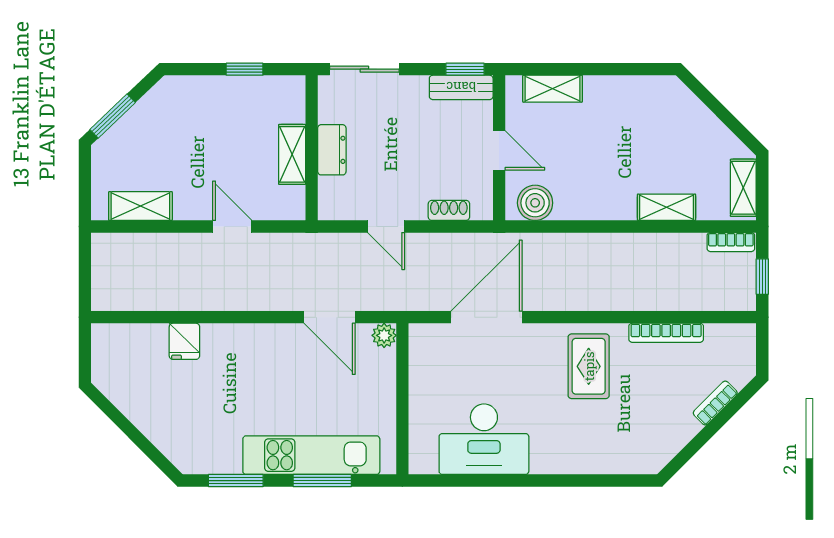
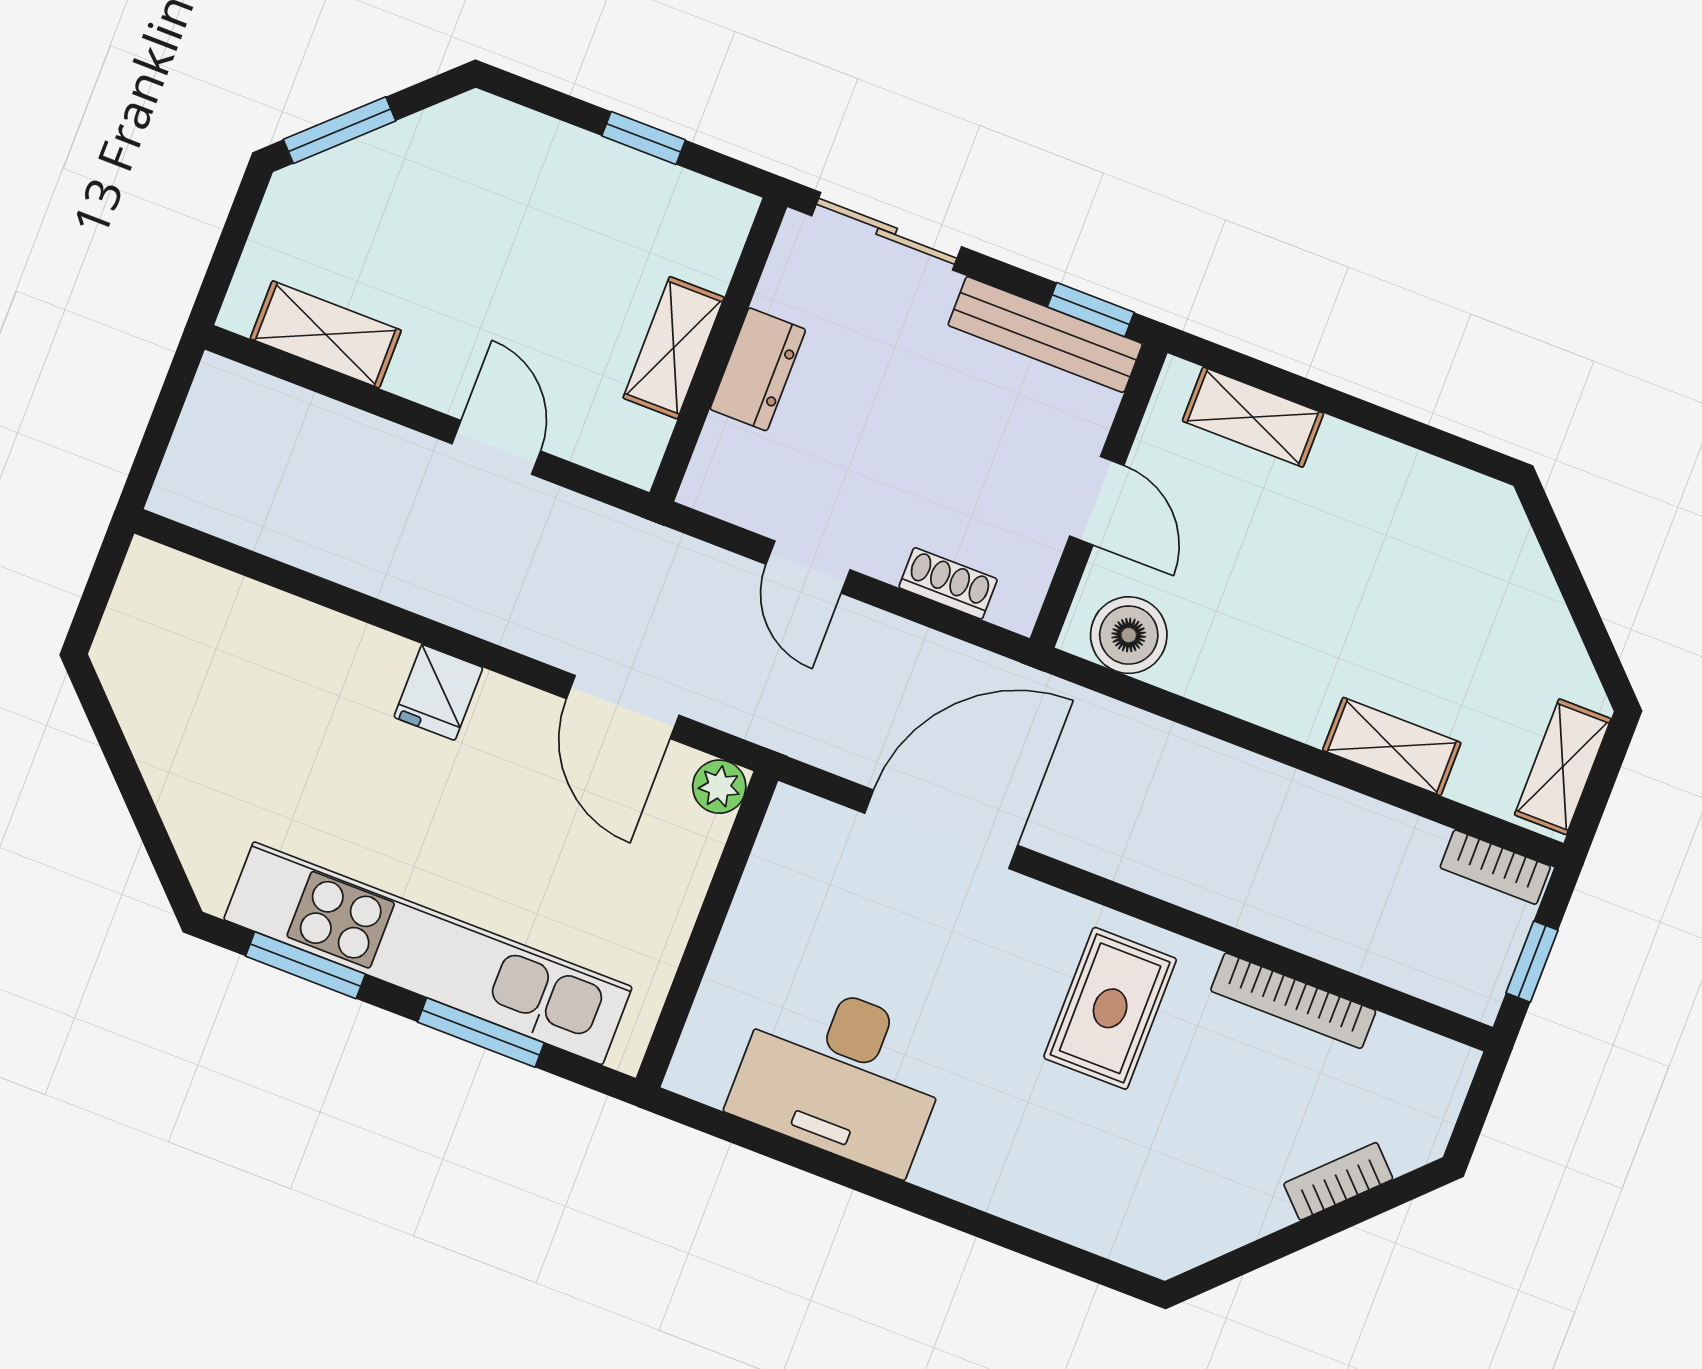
bench: (461, 87) -> (1045, 335), width x1.36
fridge: (184, 341) -> (438, 692), moved
kitchen unit: (311, 455) -> (428, 953), width x1.36

